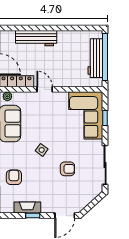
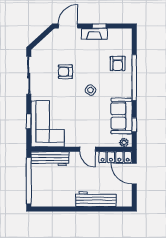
workbench: (95, 58) -> (50, 159), moved, turned 90
fireplace: (27, 208) -> (94, 34), moved

